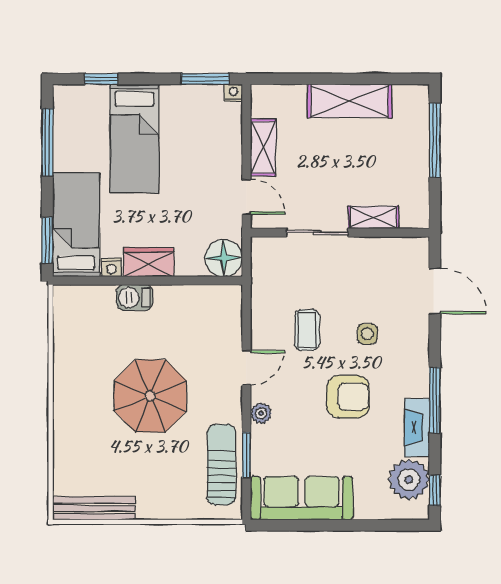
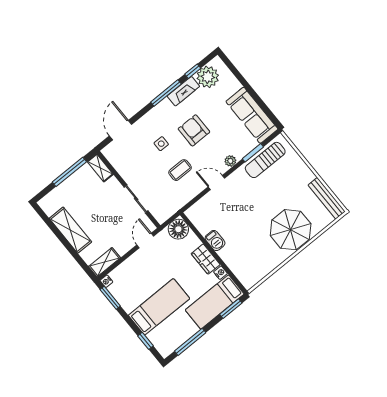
window: (435, 140) -> (69, 172), moved
shelving: (263, 147) -> (104, 262), moved
shelving: (373, 217) -> (100, 168), moved
barbecue: (135, 297) -> (215, 241), moved
parasol: (150, 396) -> (291, 230), moved
window: (435, 490) -> (193, 71), moved

